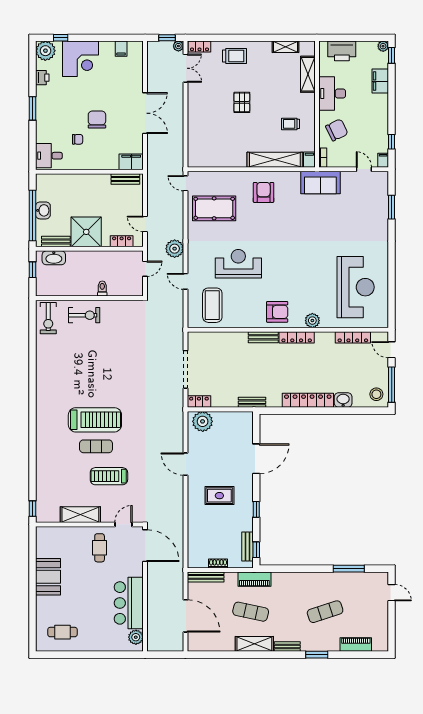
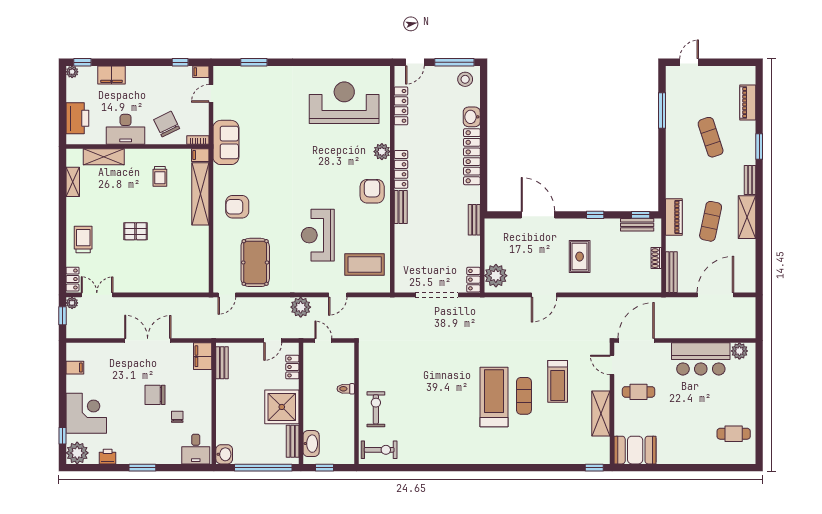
washbasin: (43, 210) -> (224, 454), moved, turned 90
booth: (48, 577) -> (635, 450), moved
cafe table: (62, 632) -> (734, 434), turned 90

